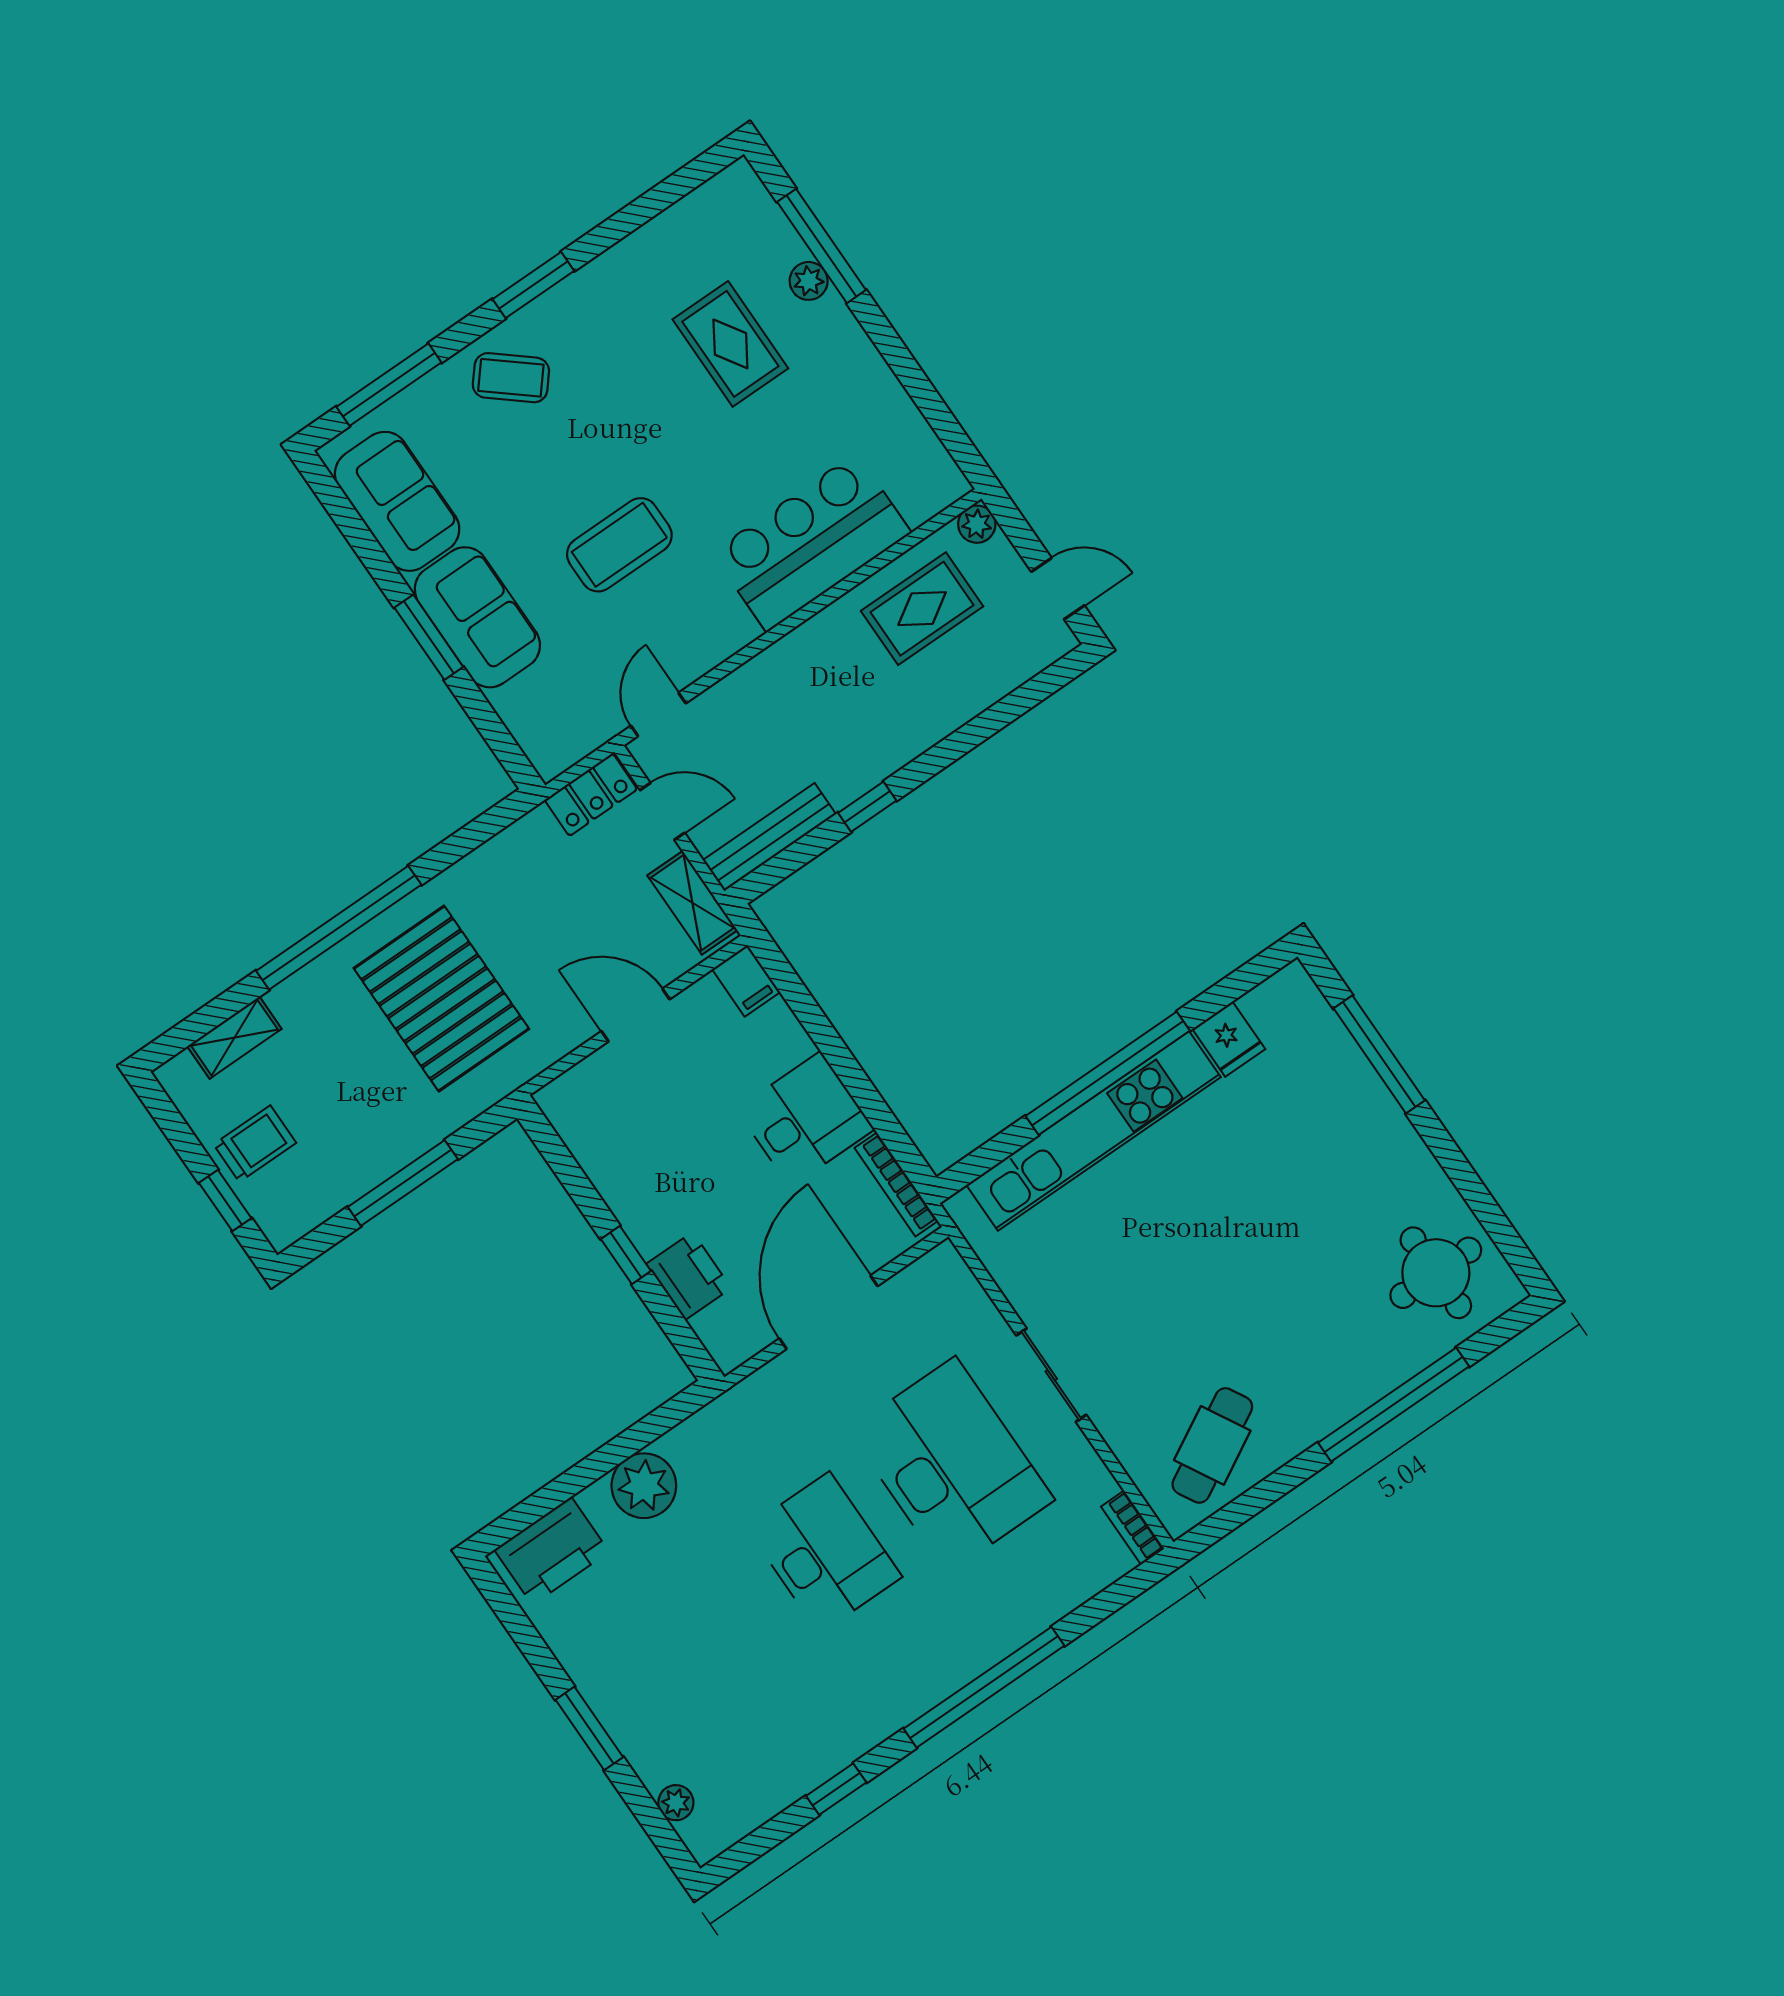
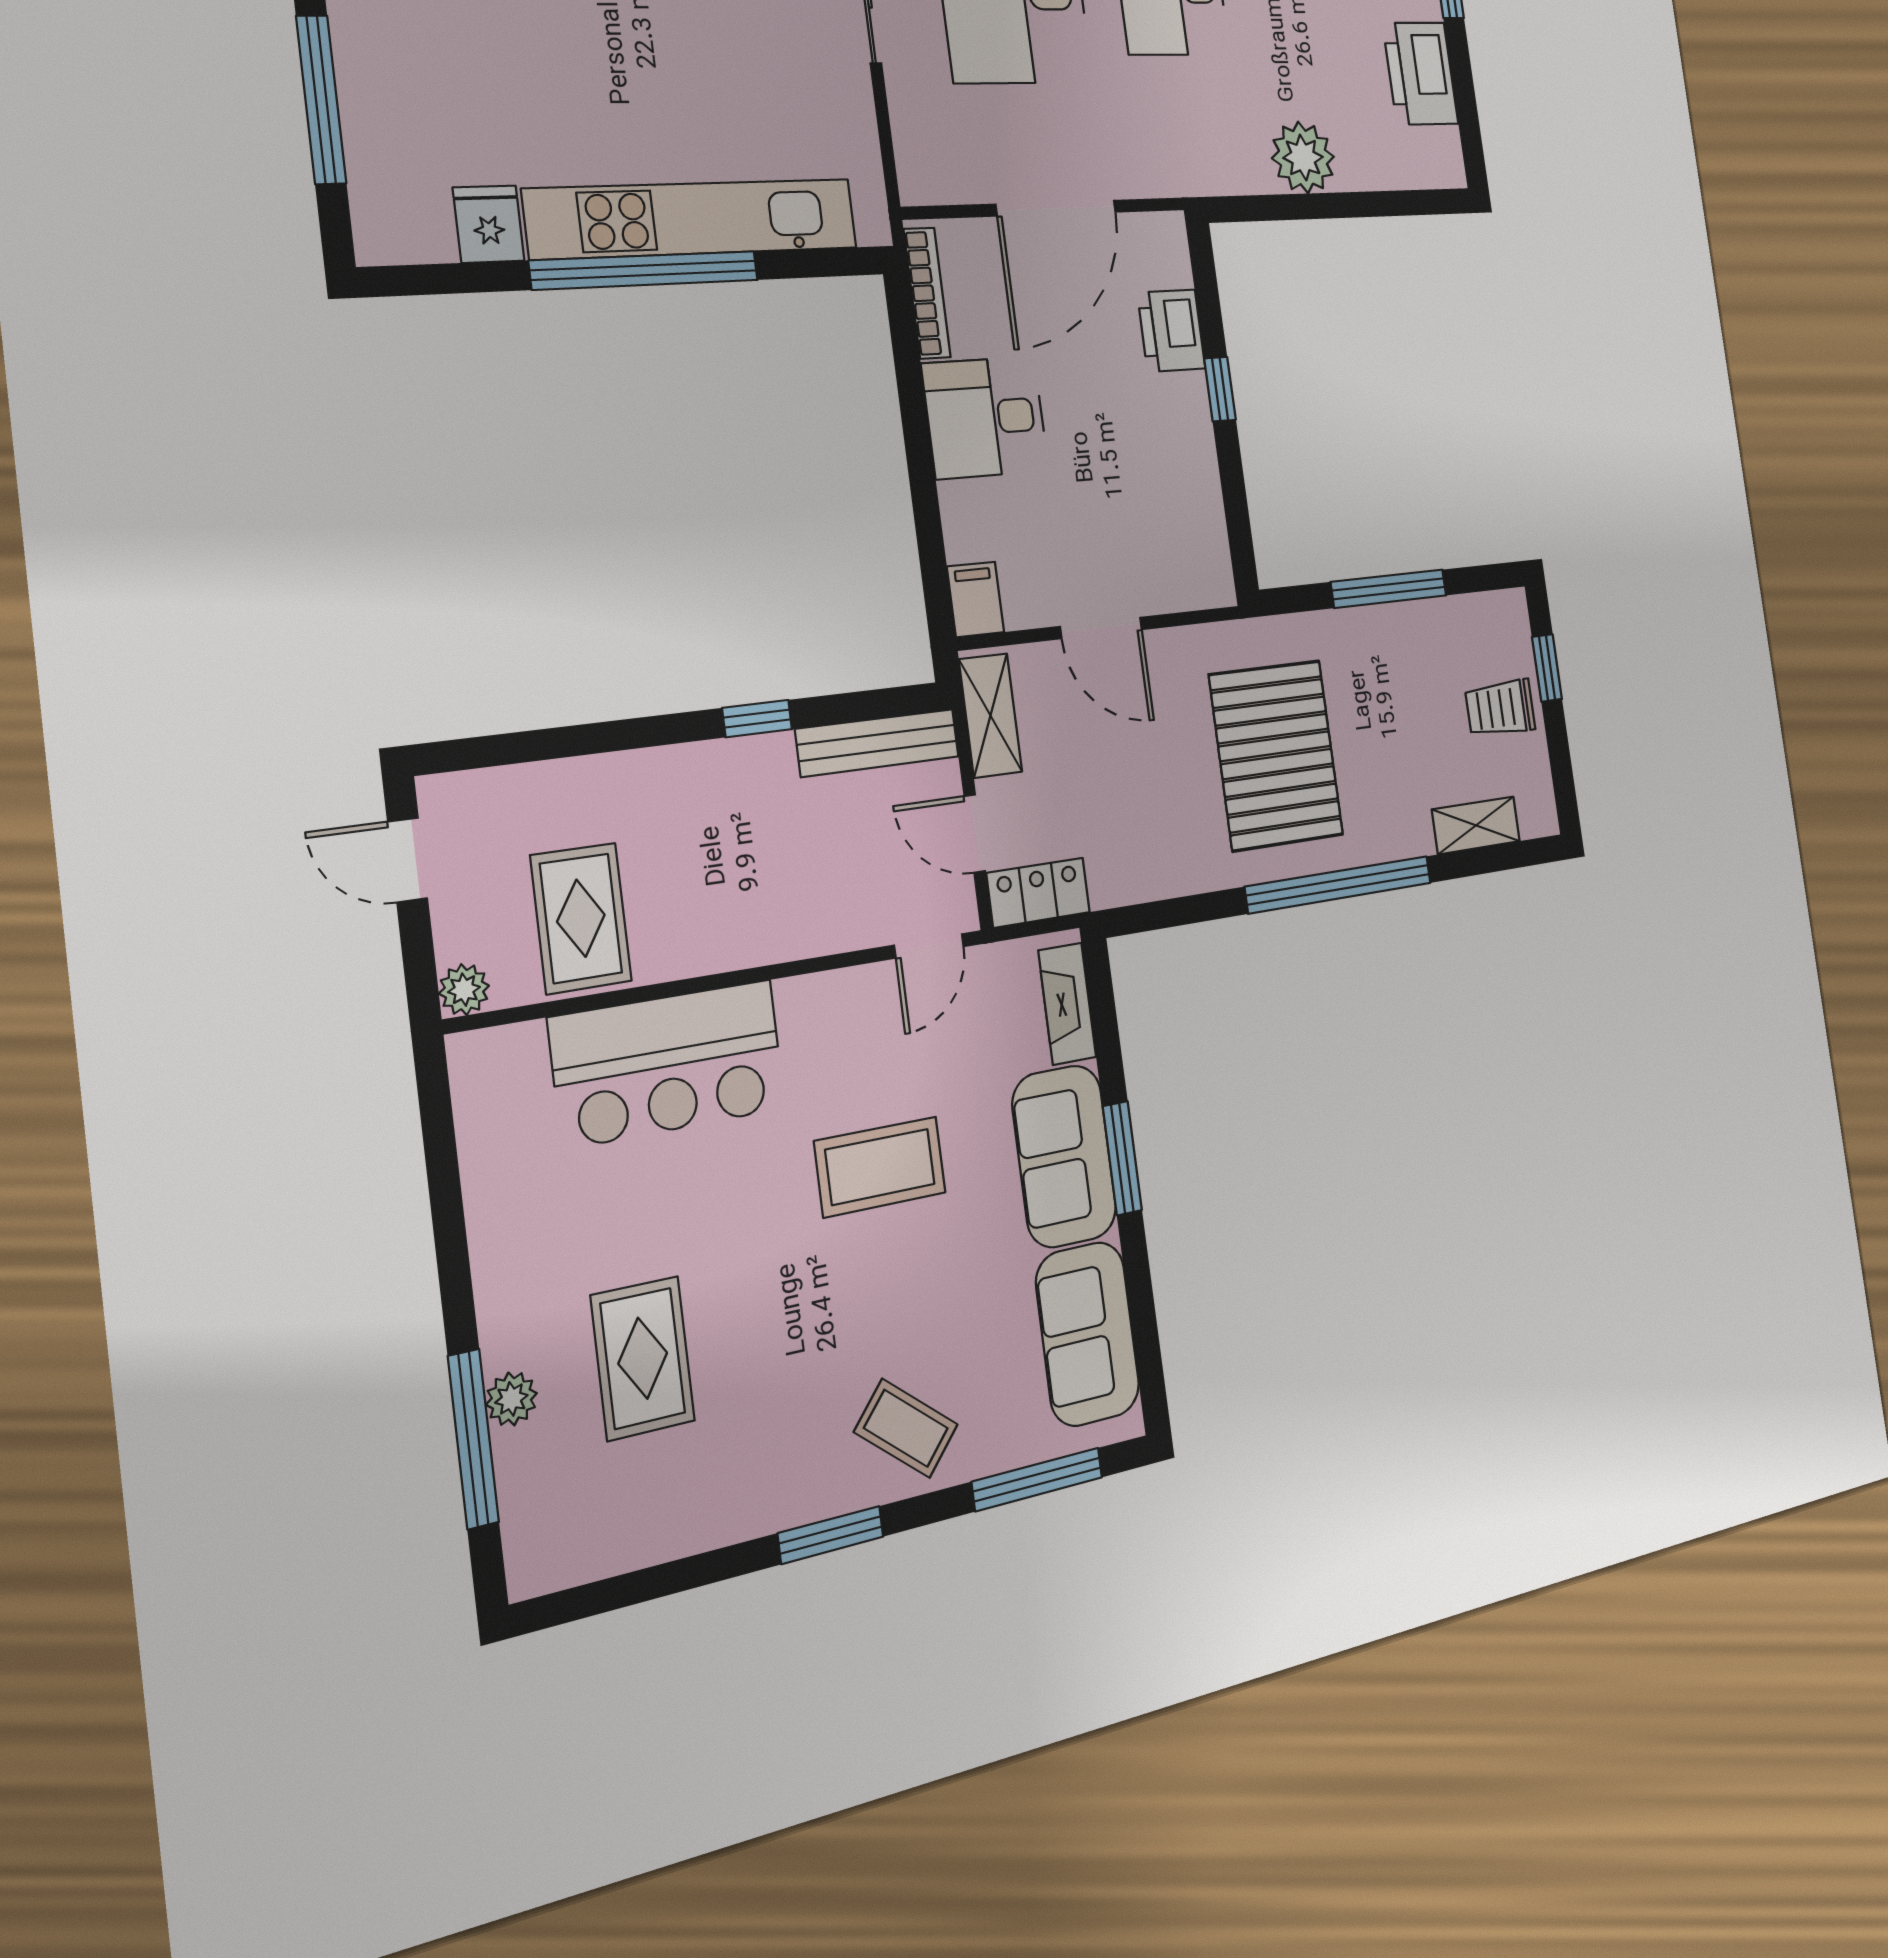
rug: (922, 609) -> (581, 918), turned 90
fireplace: (528, 726) -> (1067, 1004), added
printer: (552, 1551) -> (1421, 74), moved, turned -90

